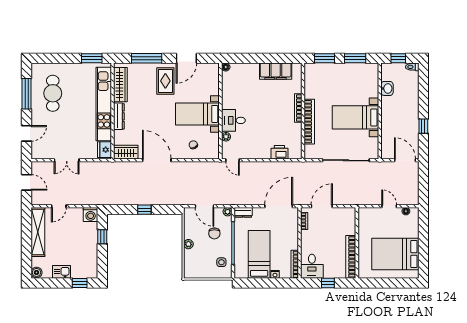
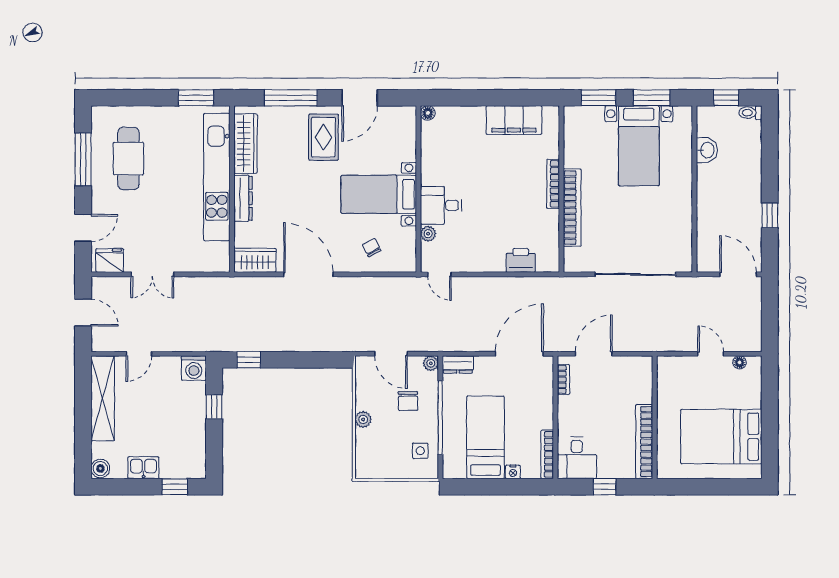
bed with nightstands: (356, 117) -> (639, 146), moved, turned -90
fridge: (105, 150) -> (110, 261), moved, turned 90
window: (144, 210) -> (249, 360), moved

